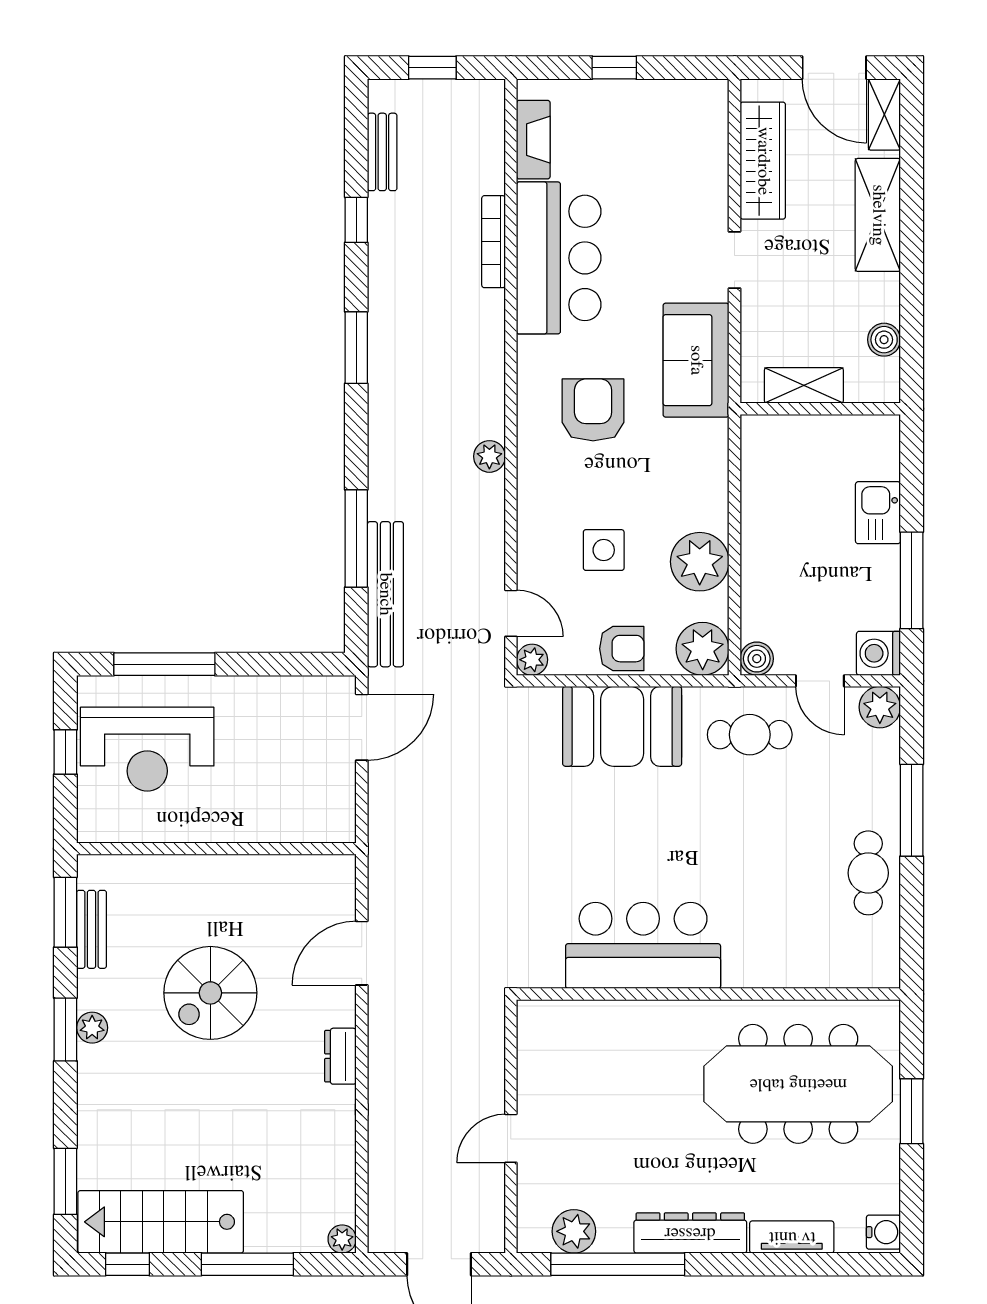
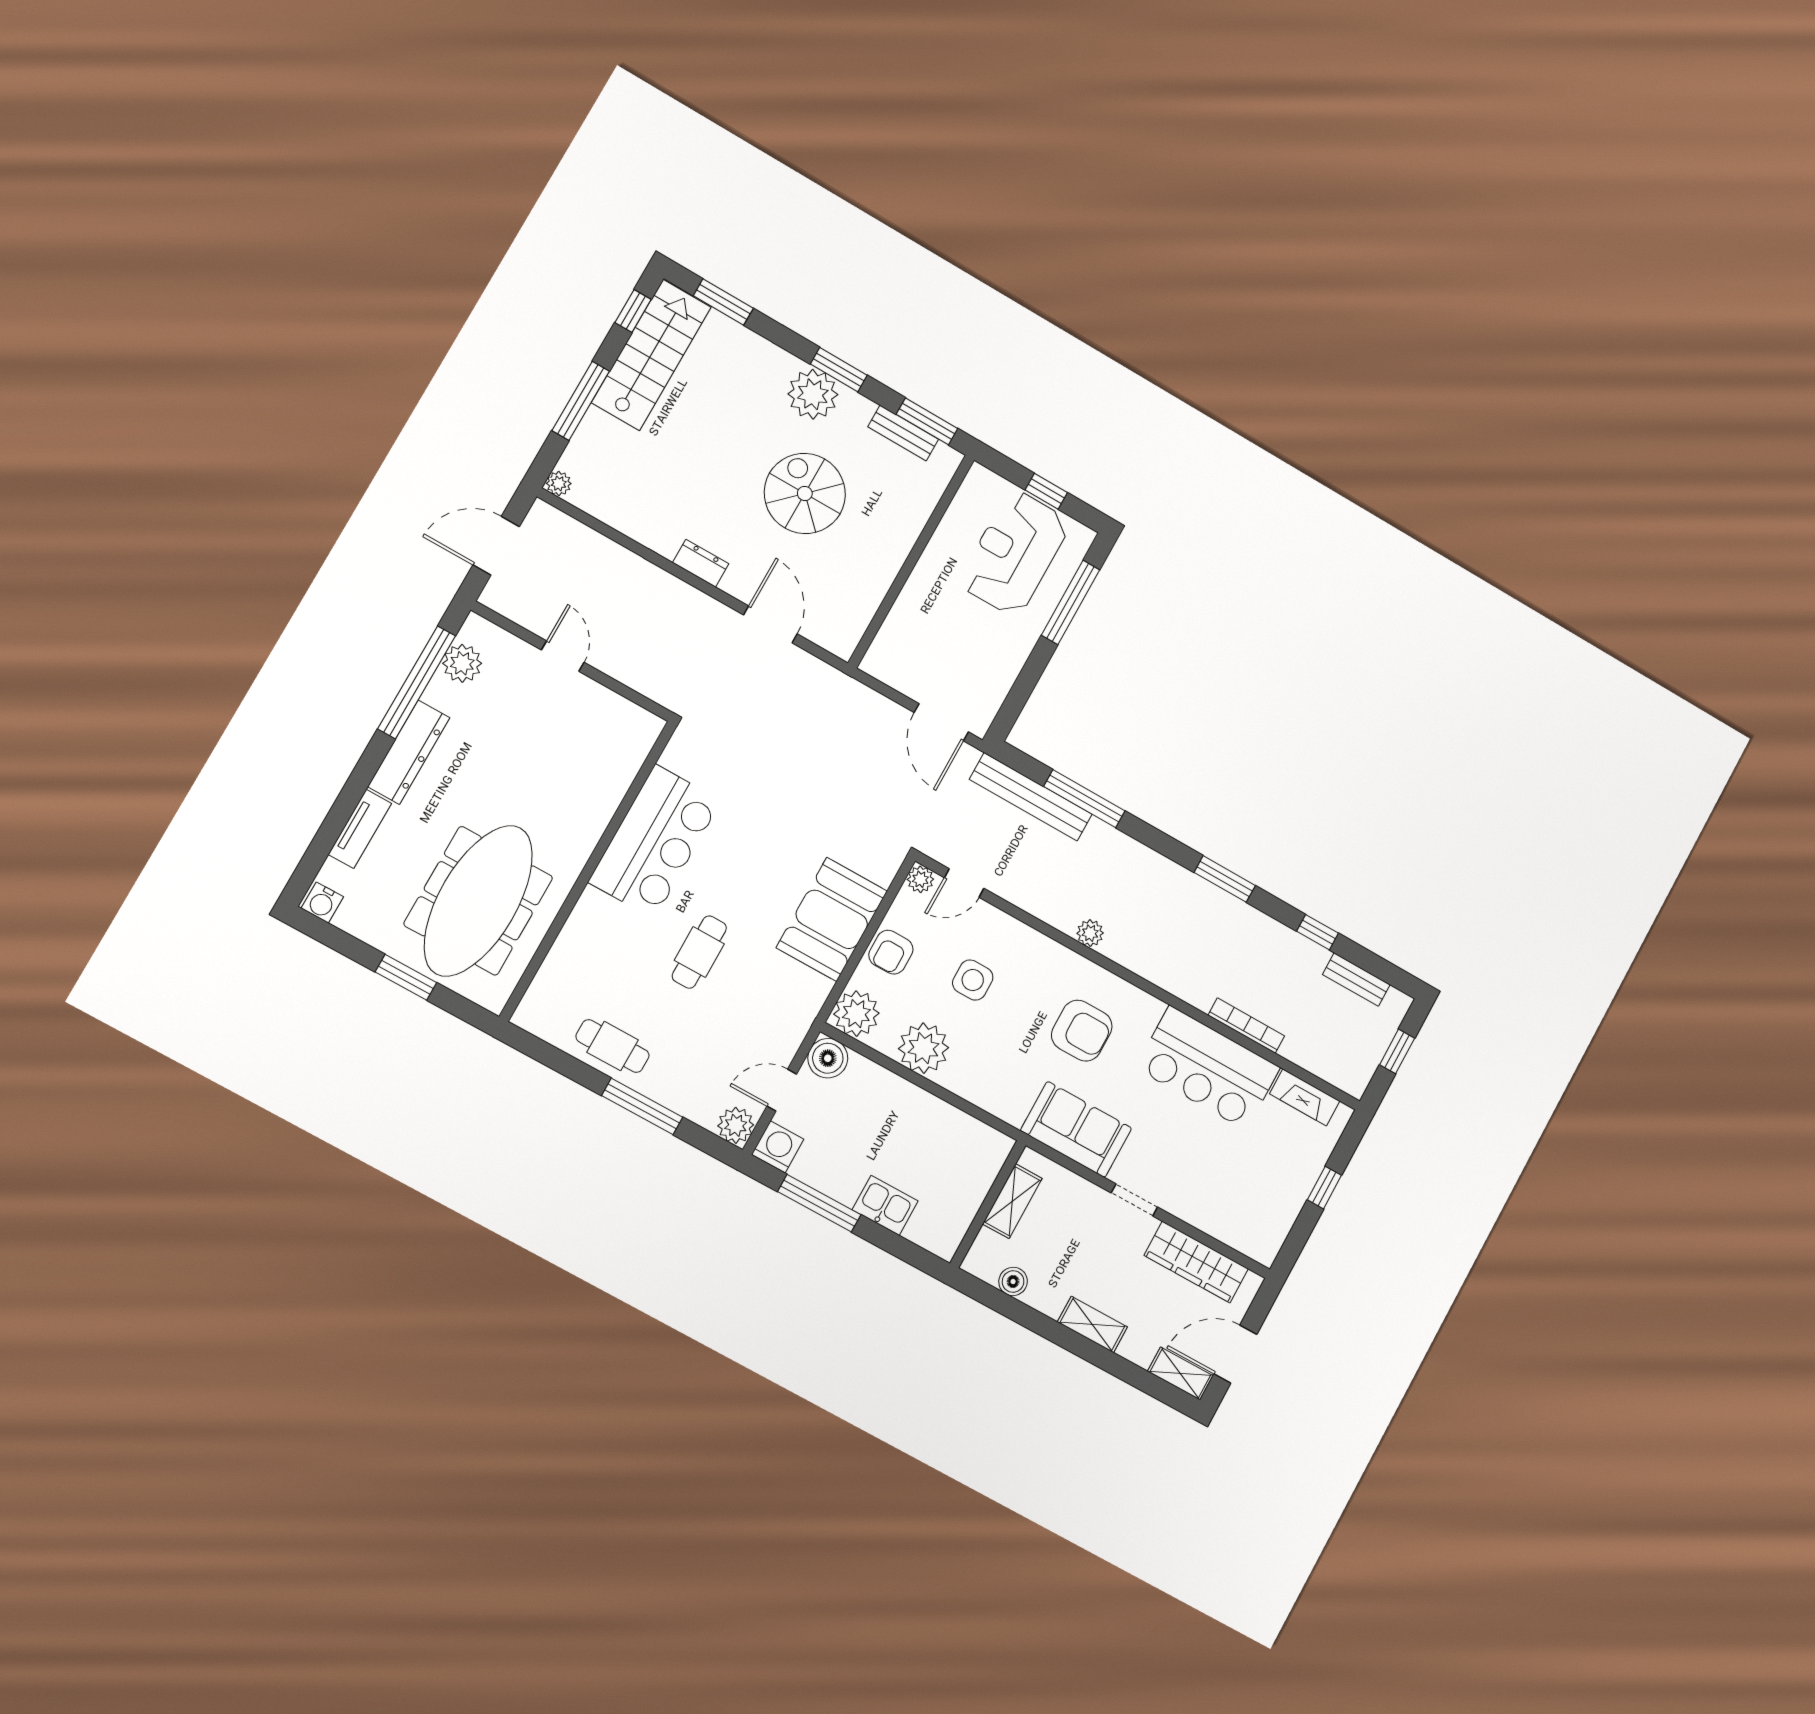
shelving: (878, 215) -> (1092, 1324), width x0.67, depth x0.75
boiler: (757, 659) -> (828, 1058), width x1.36, depth x1.36
cafe table: (750, 735) -> (699, 952), moved
plant: (92, 1028) -> (813, 394), width x1.87, depth x1.87

